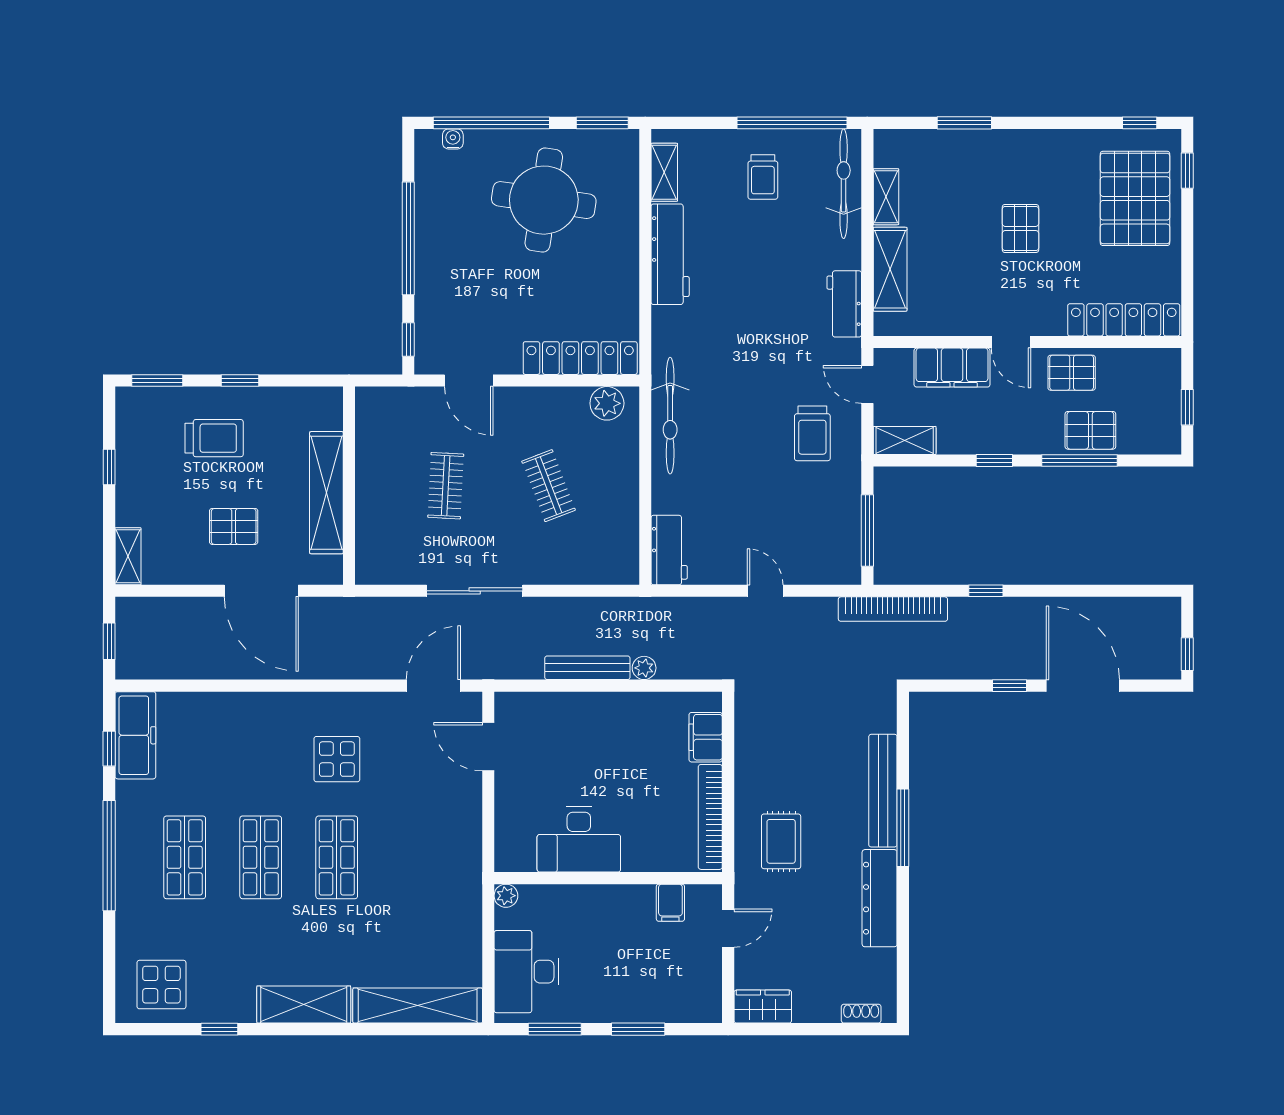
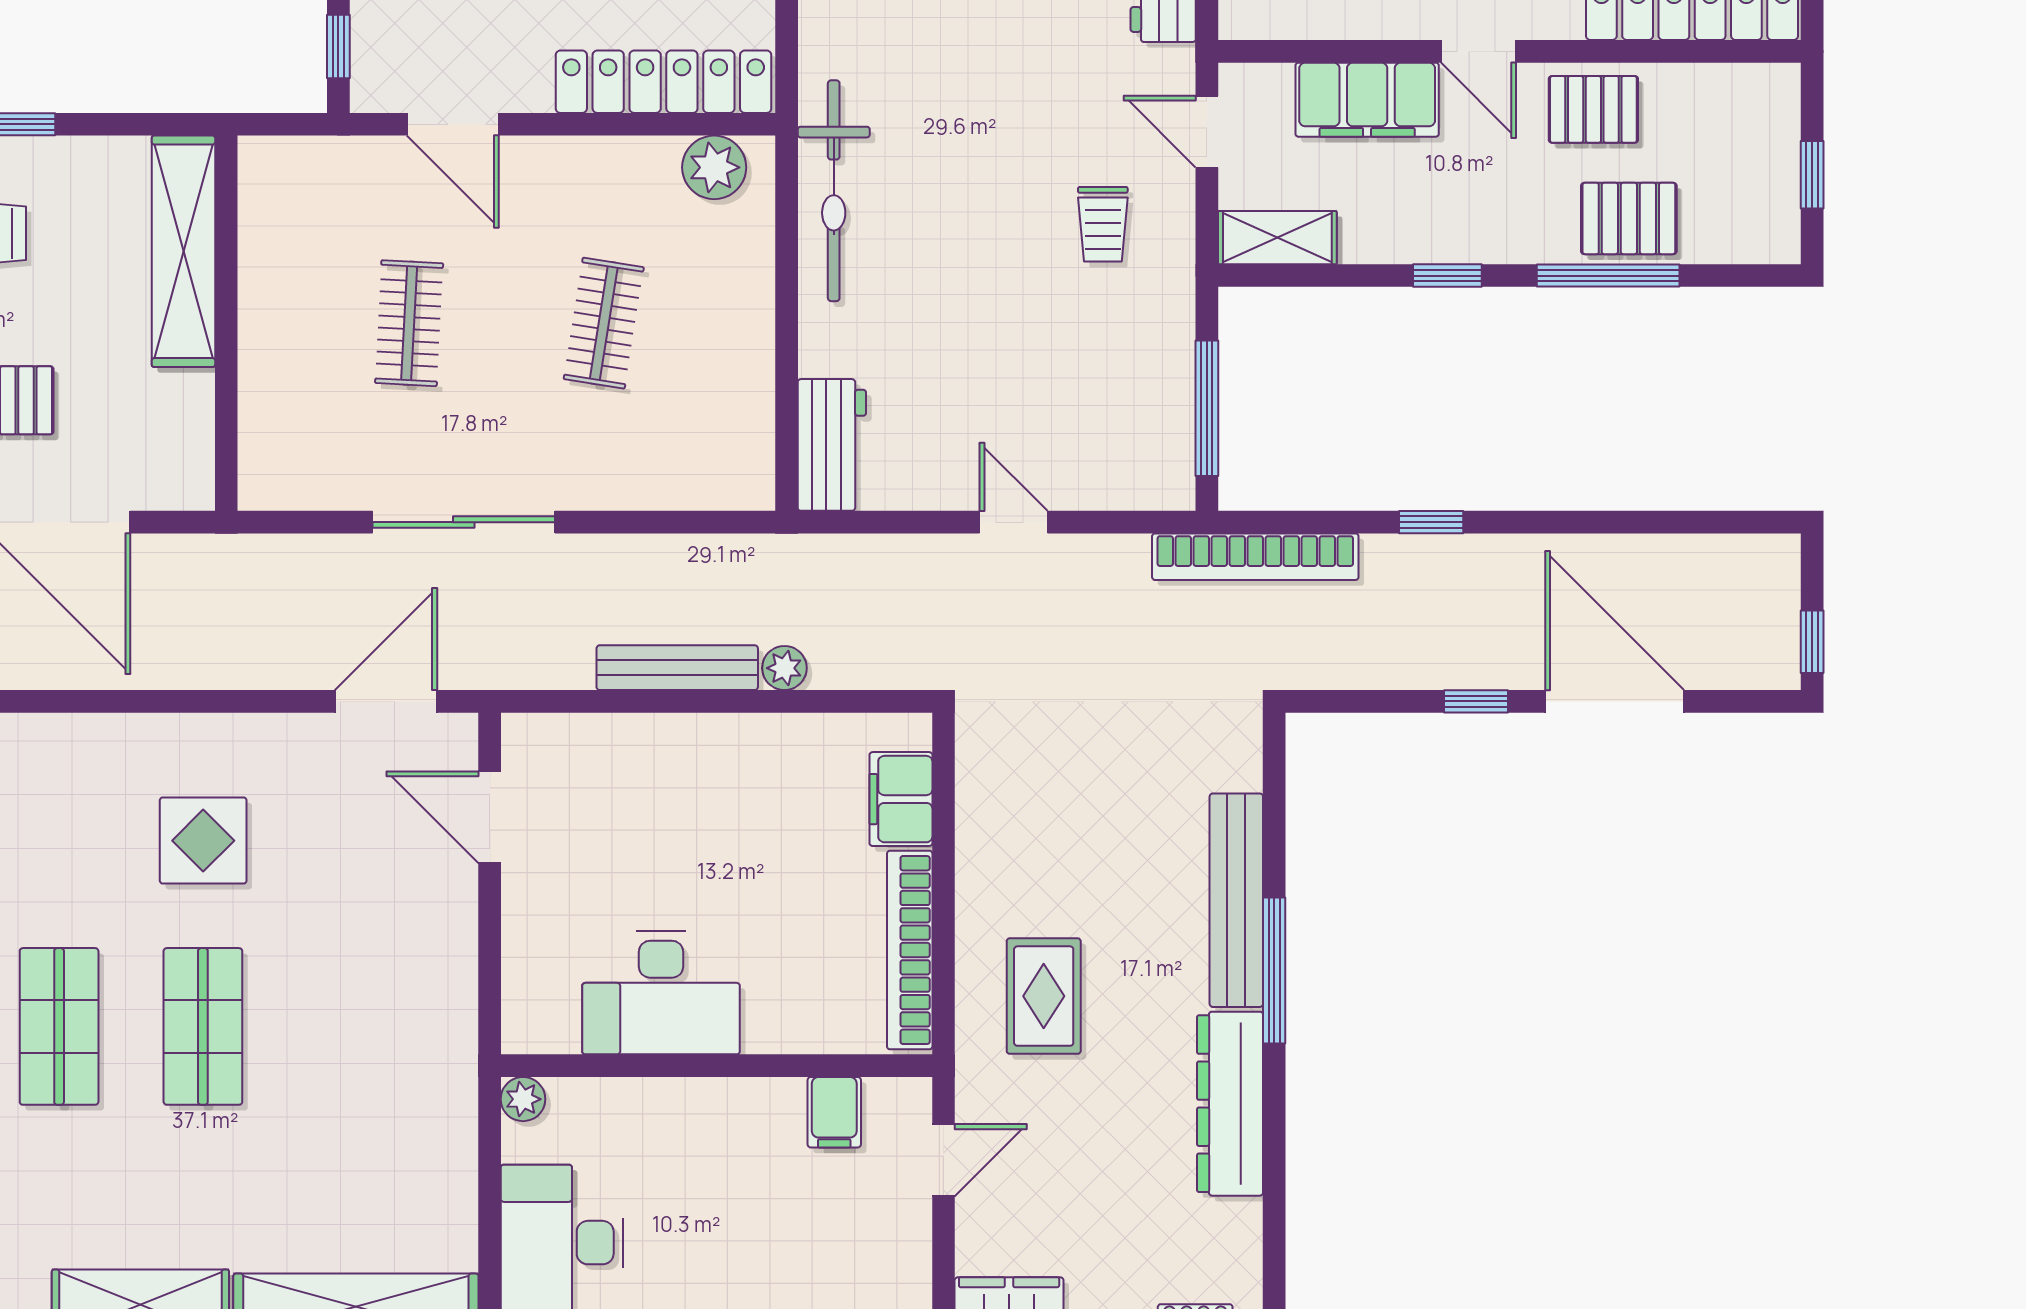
trolley: (812, 433) -> (1103, 224), width x0.73, depth x0.72
clothes rail: (549, 486) -> (604, 323), turned 30
shelving: (326, 493) -> (183, 251), moved

